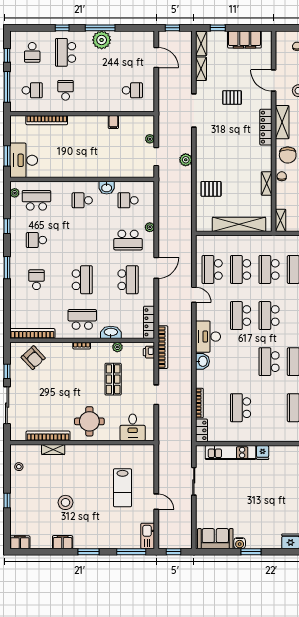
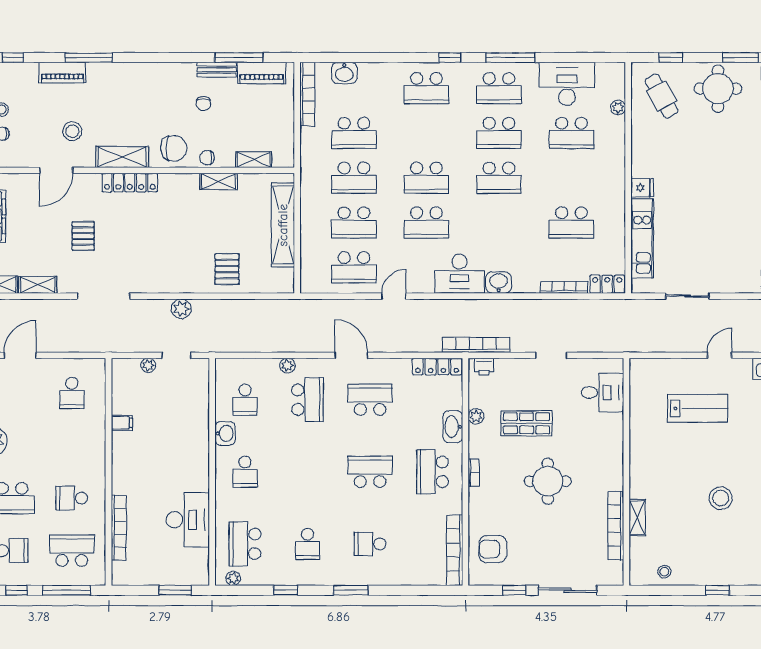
school desk: (32, 90) -> (72, 551), width x1.85
school desk: (132, 90) -> (72, 393), turned 180
desk: (24, 160) -> (188, 520), moved, turned -90
shelving: (281, 220) -> (254, 160), moved
armchair: (33, 358) -> (493, 549), turned -137
round table: (89, 421) -> (548, 481), moved

